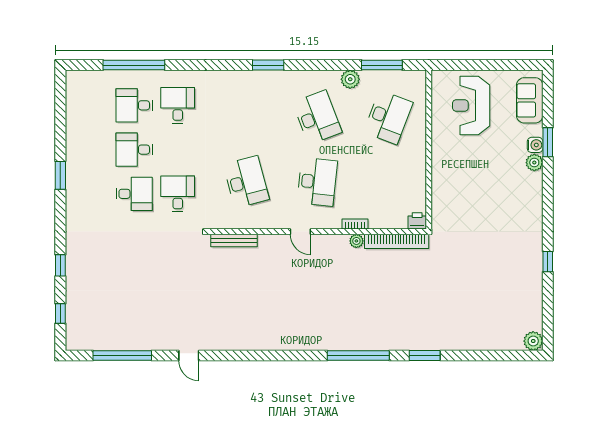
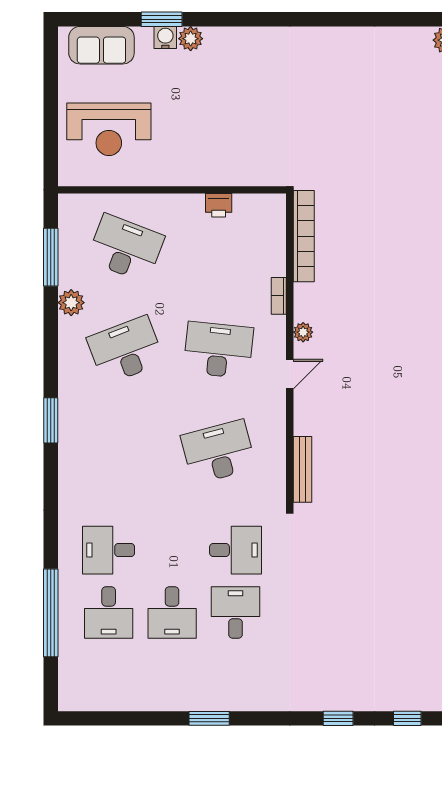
desk: (178, 194) -> (235, 550), turned 180
printer: (417, 221) -> (219, 205), moved, turned -90
plant: (356, 241) -> (303, 332), moved
window: (548, 262) -> (333, 19), removed

